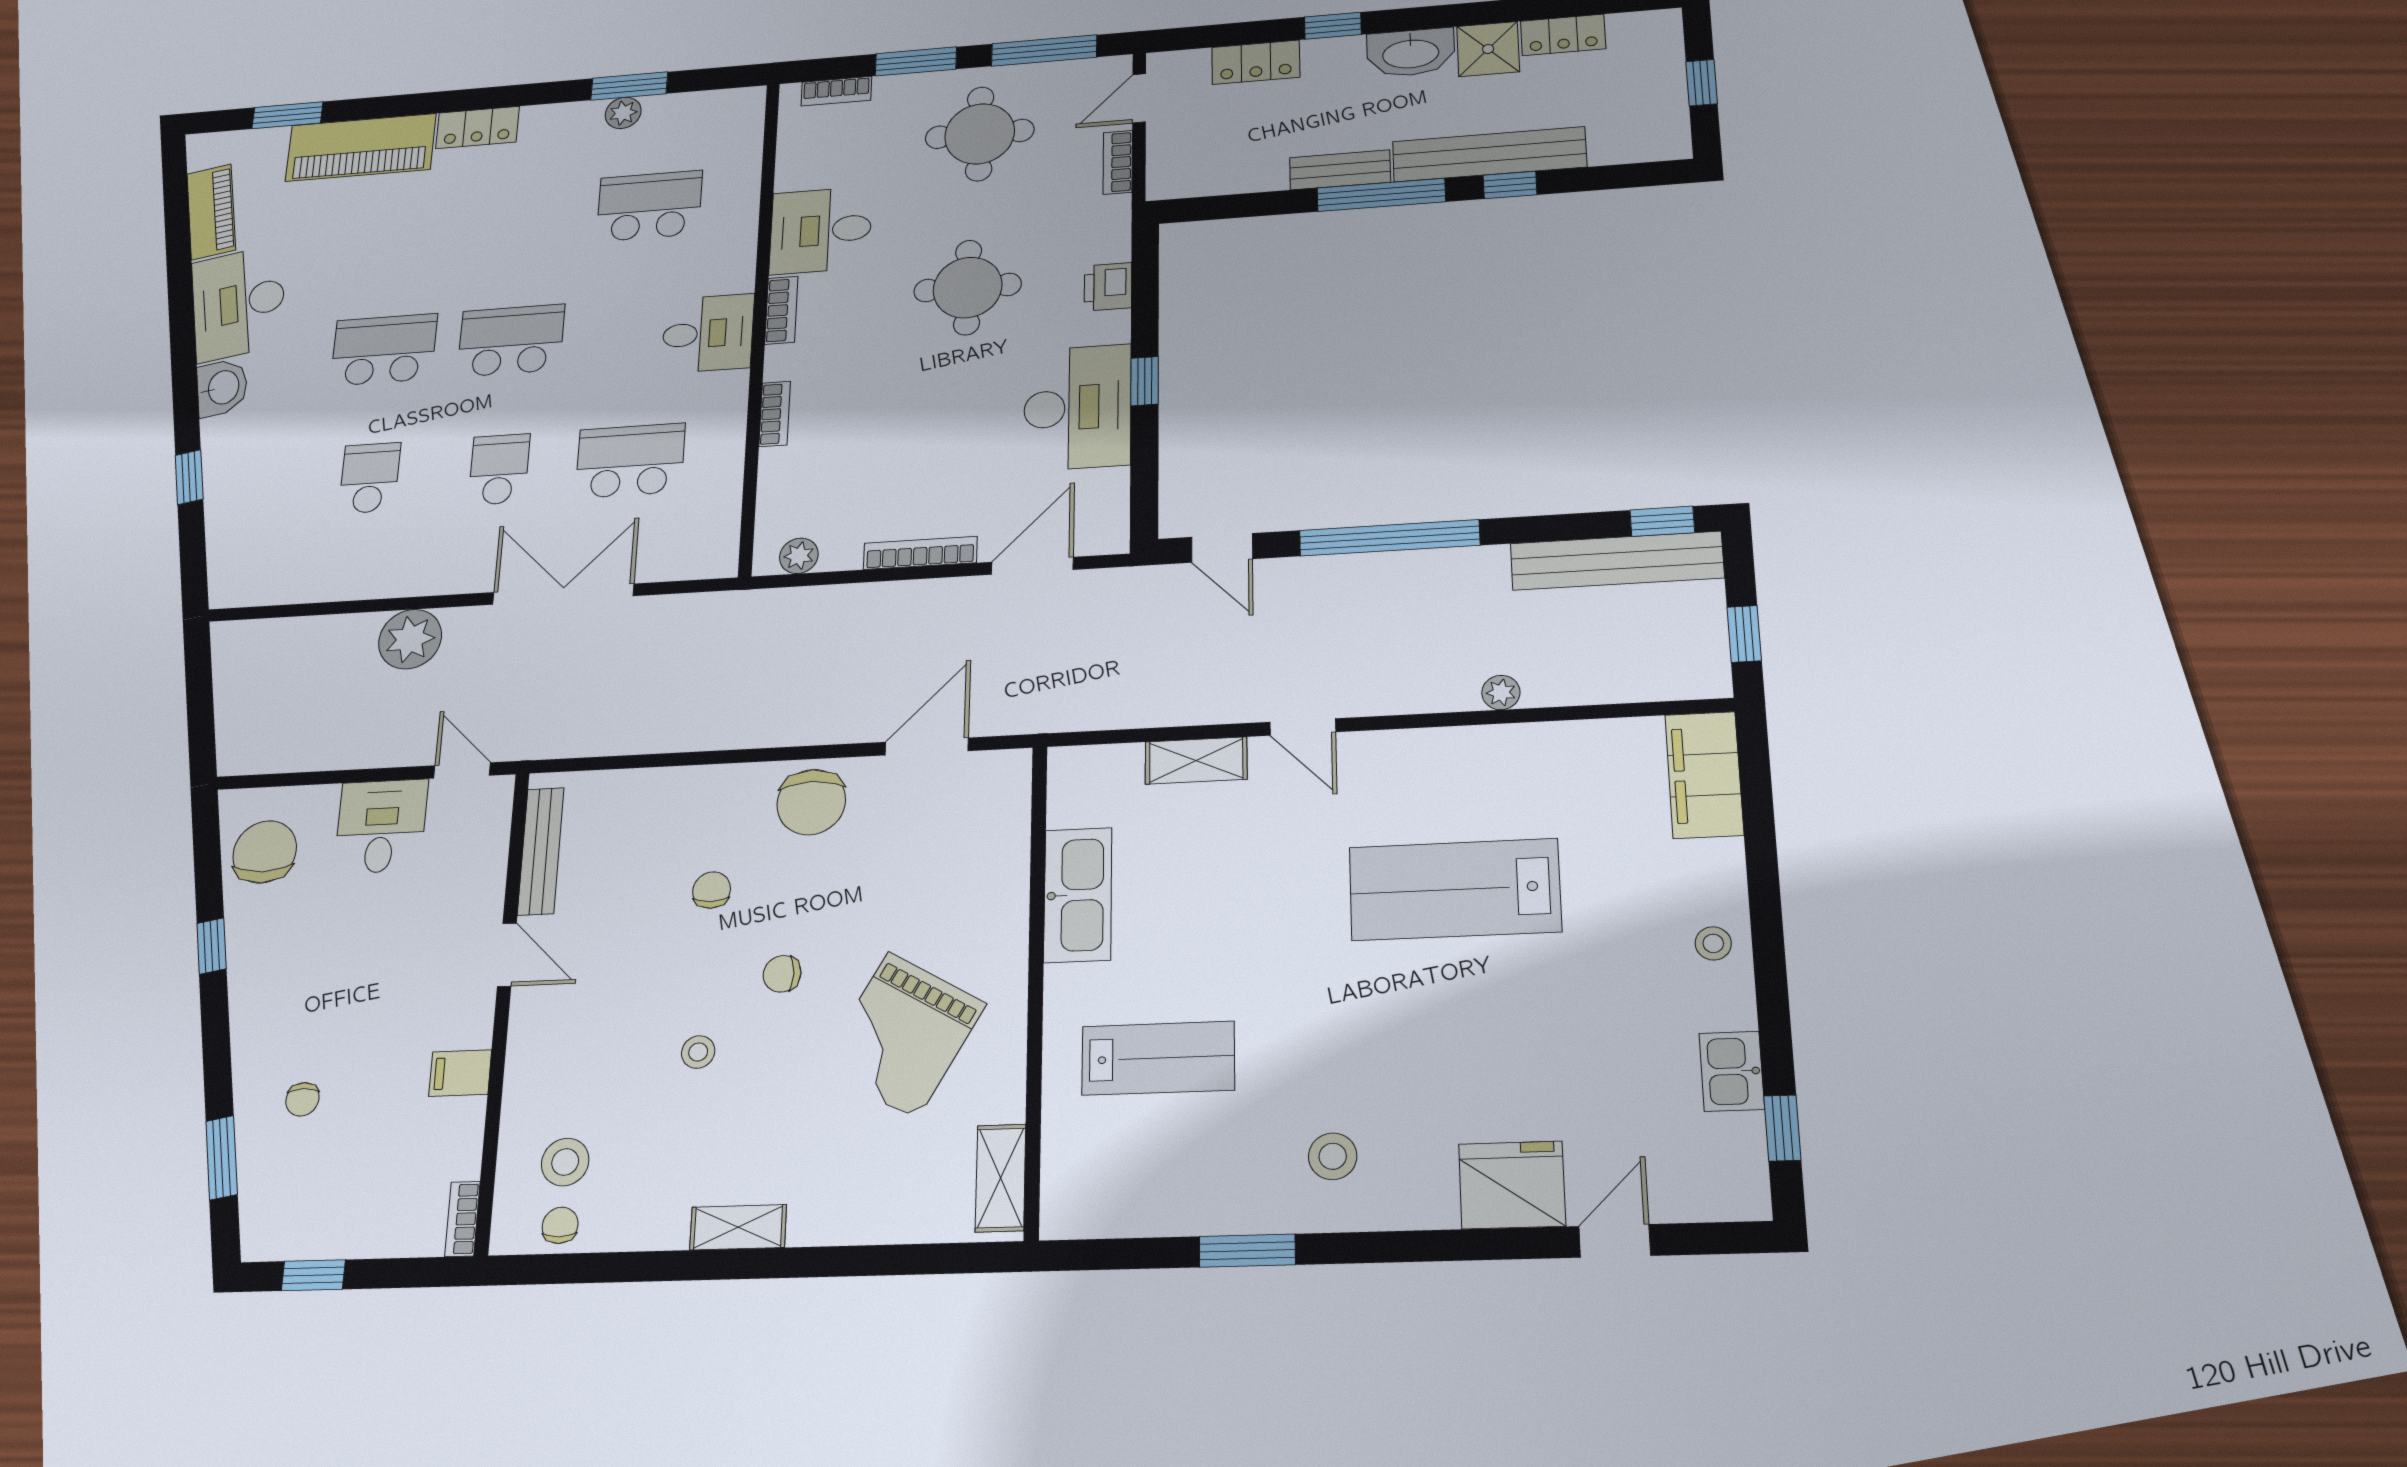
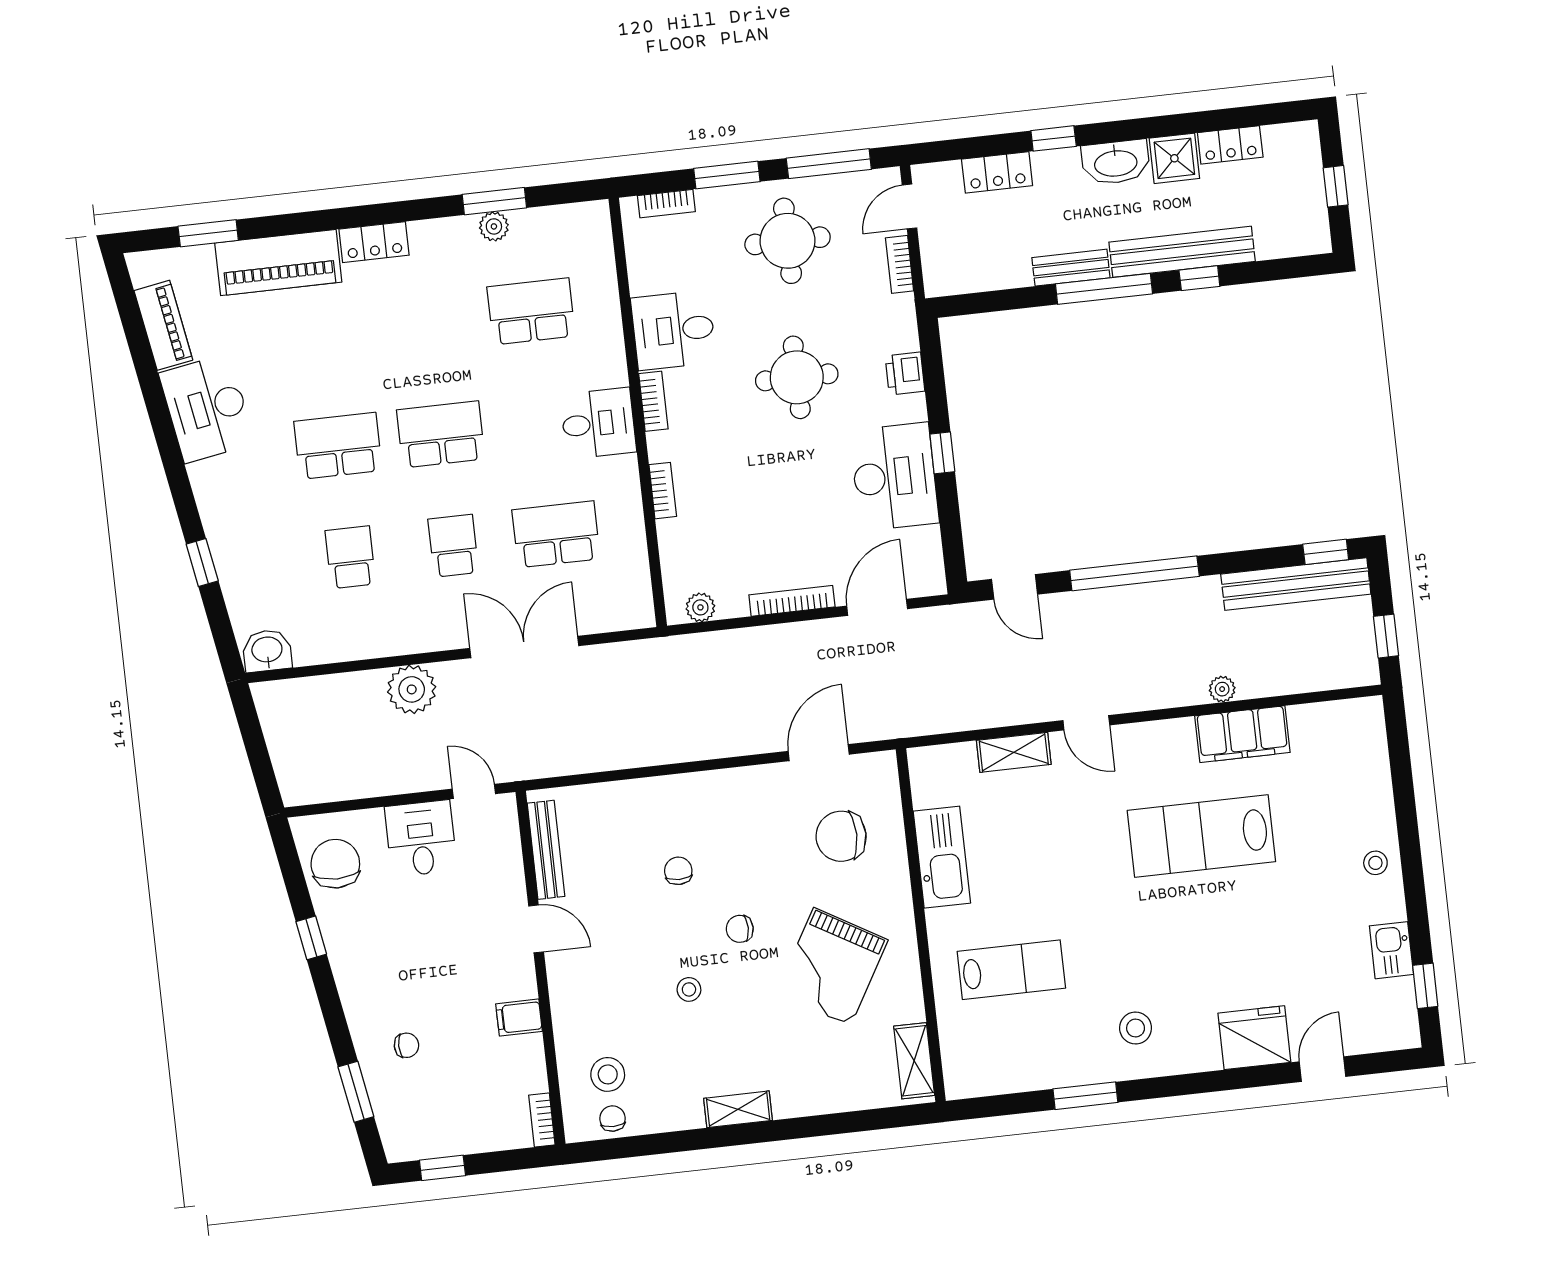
washbasin: (222, 388) -> (267, 651), moved, turned -80
filing cabinet: (1704, 775) -> (1242, 734), moved, turned -90
chair: (811, 802) -> (841, 836), moved, turned 90
chair: (302, 1099) -> (406, 1045), turned -90

